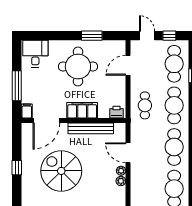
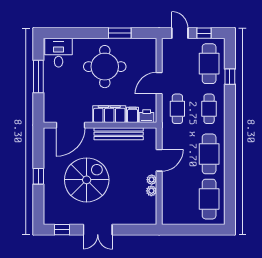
door: (128, 65) -> (159, 83), moved
window: (17, 86) -> (38, 77), moved
cafe table: (174, 105) -> (209, 109), width x0.73, depth x0.74
filing cabinet: (27, 111) -> (133, 115), moved
door: (128, 153) -> (159, 160), swing flipped
spiral stairs: (61, 171) -> (87, 180), turned 90

